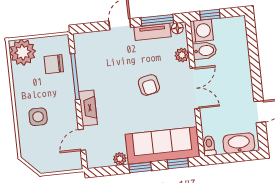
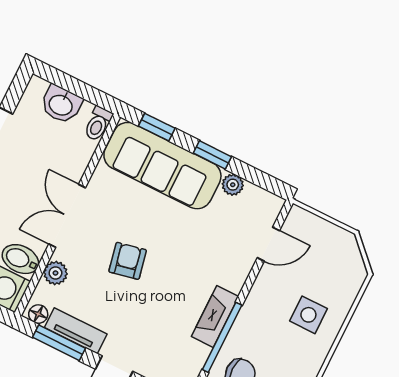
fireplace: (88, 108) -> (215, 316), moved
washbasin: (239, 143) -> (61, 104), width x0.72

